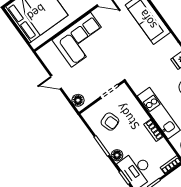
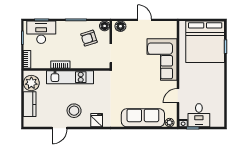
door: (56, 82) -> (145, 20), hinge flipped
floor lamp: (117, 155) -> (105, 26), moved

